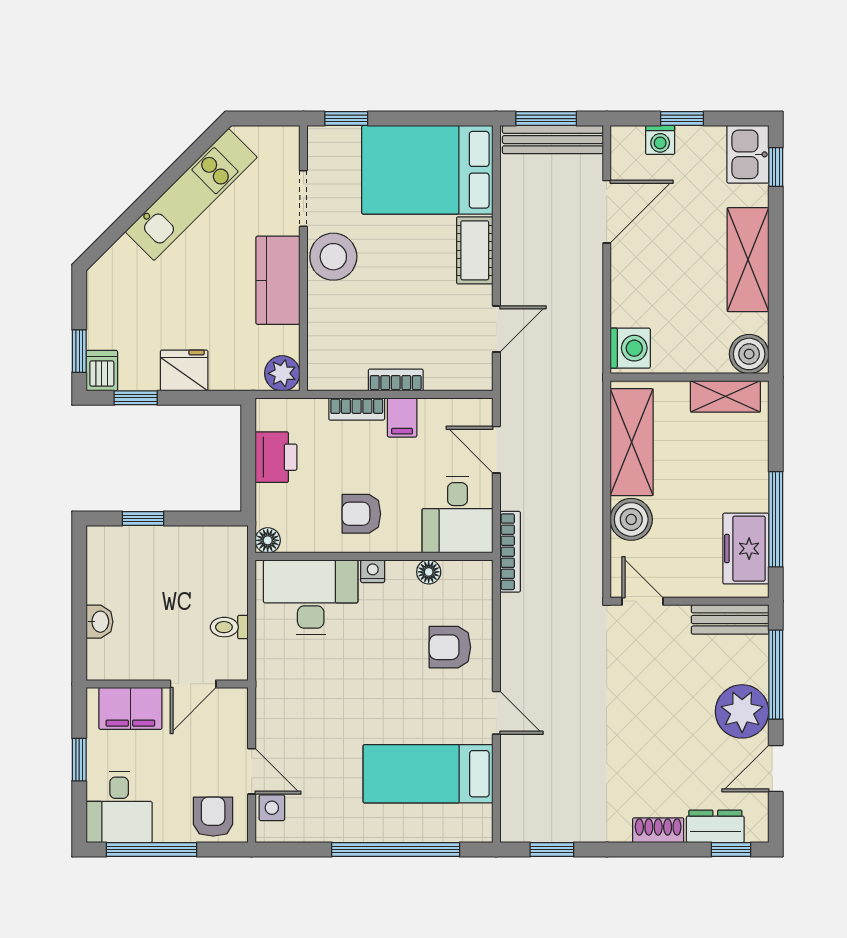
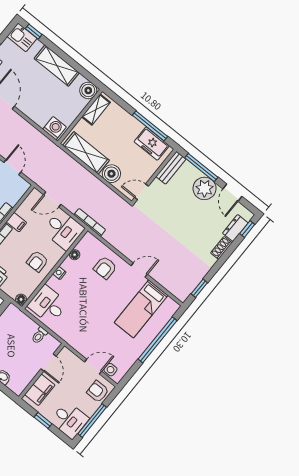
desk: (311, 597) -> (48, 305), width x0.73

